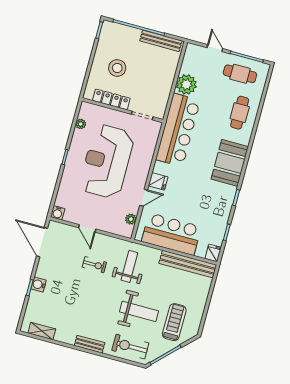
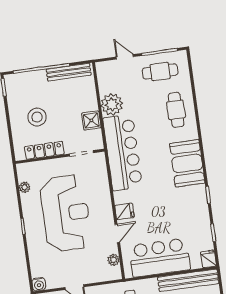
shower: (163, 91) -> (91, 120), added
reception desk: (107, 161) -> (66, 213), turned 180

